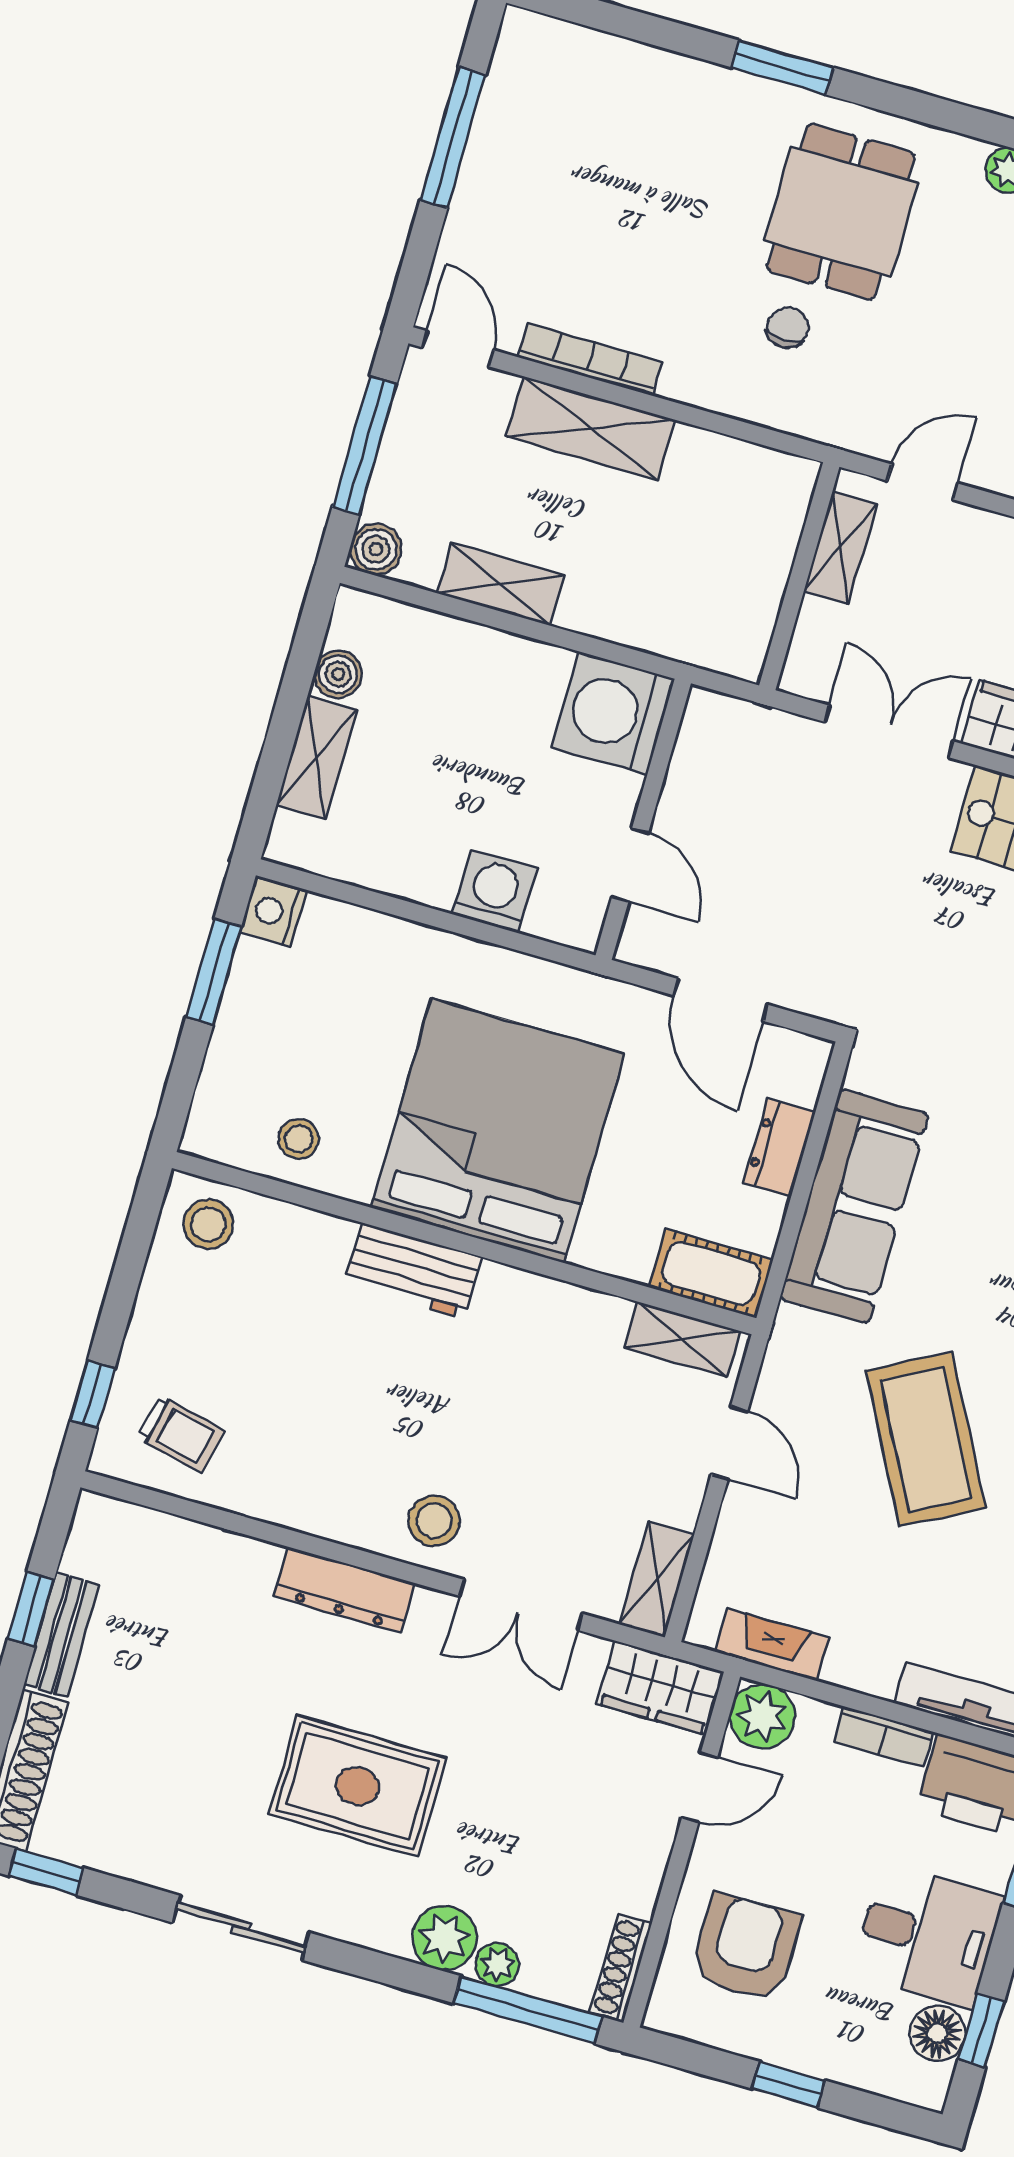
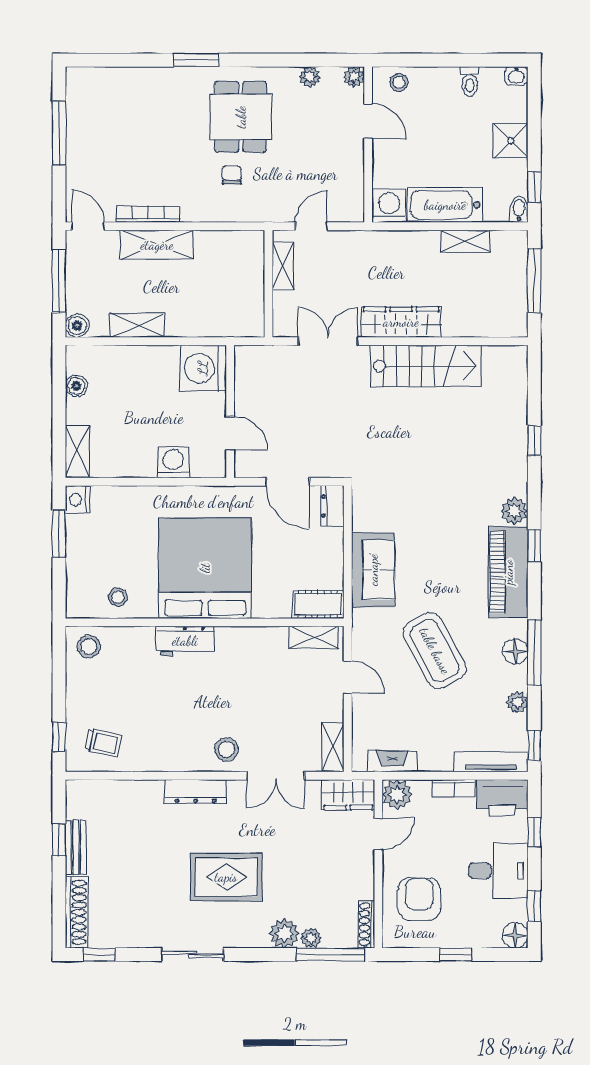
shelving: (317, 757) -> (77, 451), moved
dresser: (779, 1148) -> (332, 506), moved
sofa: (854, 1206) -> (373, 570), width x0.73
floor lamp: (937, 2033) -> (515, 935), moved

